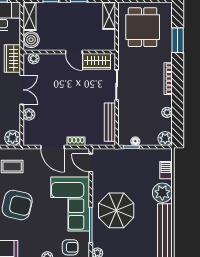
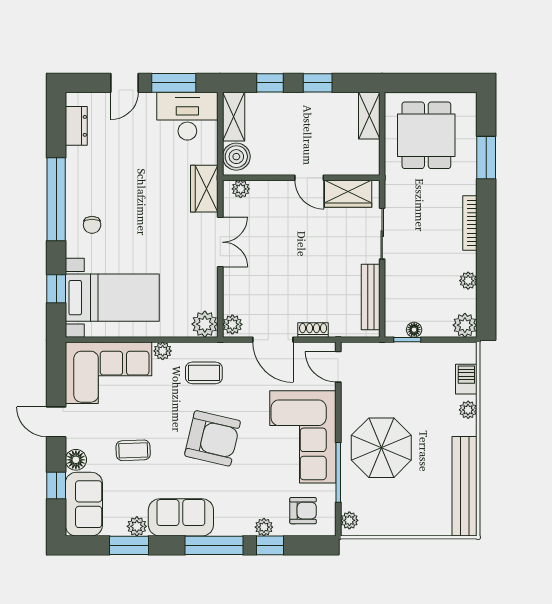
plant: (29, 114) -> (232, 324), moved
plant: (162, 193) -> (468, 410), width x0.53, depth x0.53

